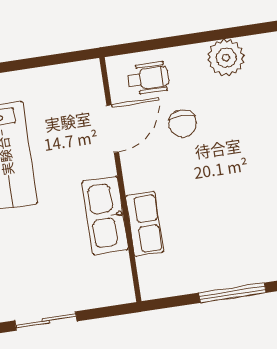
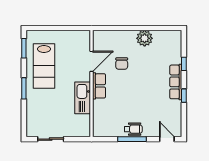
wheelchair: (148, 78) -> (133, 129), moved
row of seats: (145, 224) -> (99, 86), moved

